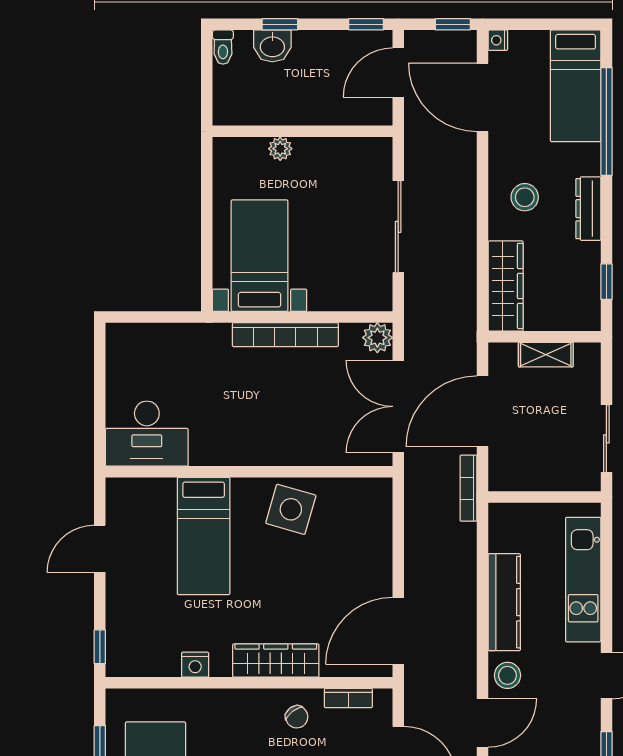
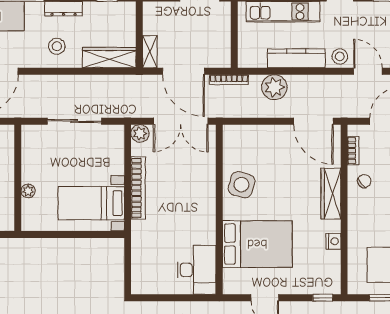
shelving: (546, 355) -> (150, 52), moved
bed: (204, 536) -> (257, 244), width x1.50
plant: (456, 565) -> (274, 87), added

